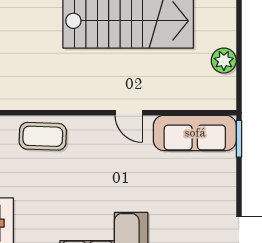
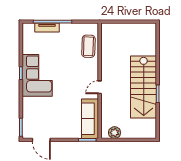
plant: (224, 61) -> (115, 133), moved

